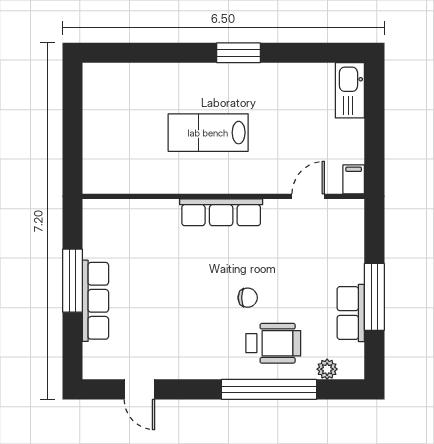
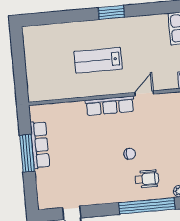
door: (308, 196) -> (144, 93), moved
row of seats: (95, 301) -> (40, 145), moved
wheelchair: (273, 343) -> (147, 179), width x0.73, depth x0.73

